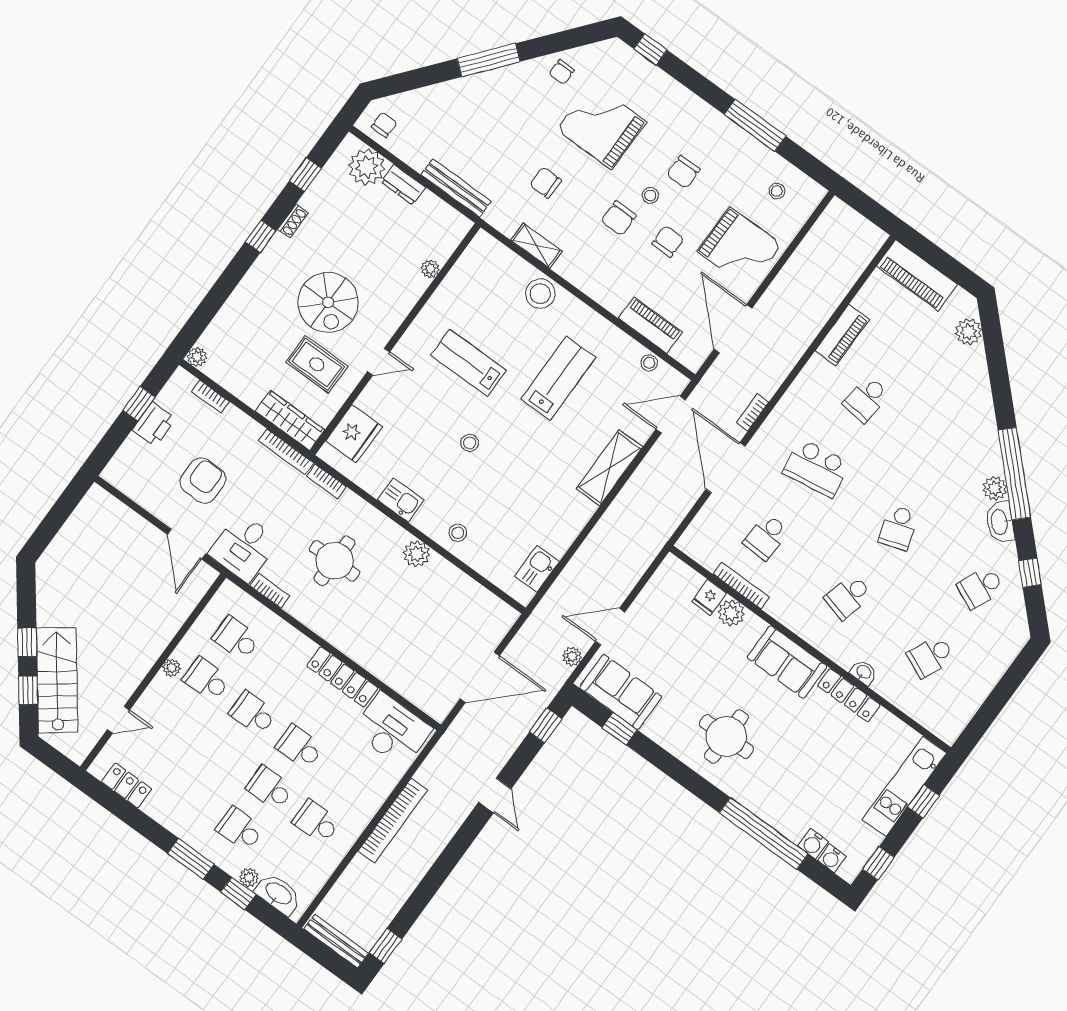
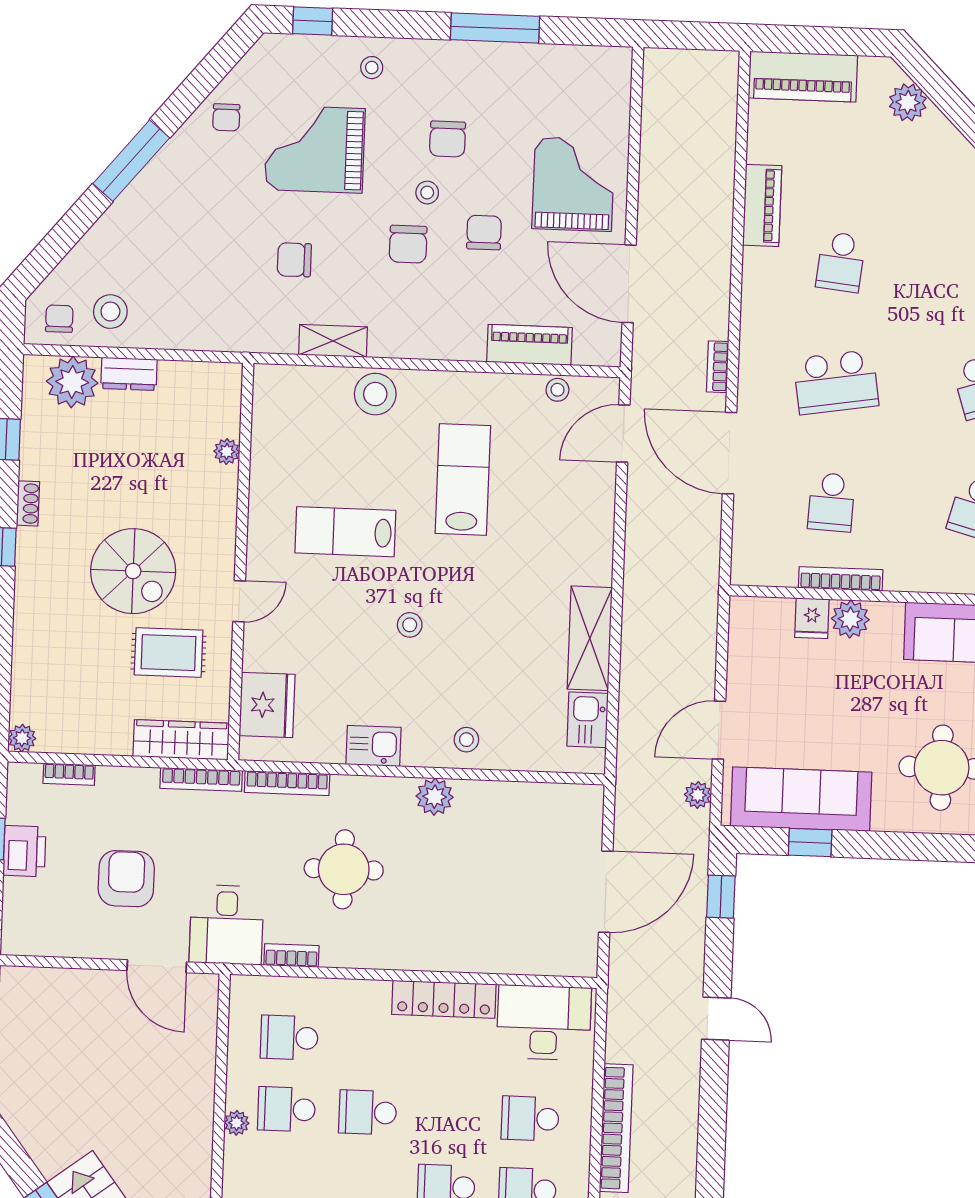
stool: (417, 141) -> (110, 312), added
bench: (456, 188) -> (194, 336), removed
stool: (777, 191) -> (372, 68), moved
grand piano: (740, 248) -> (573, 184), turned -90
shelving: (610, 468) -> (590, 638), moved
bookcase: (326, 481) -> (287, 783), width x1.56
sofa: (621, 692) -> (801, 799), width x1.36
school desk: (299, 747) -> (530, 1119), moved

